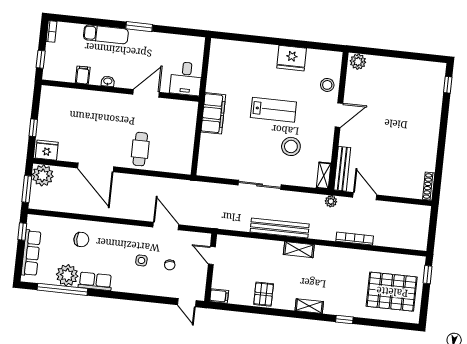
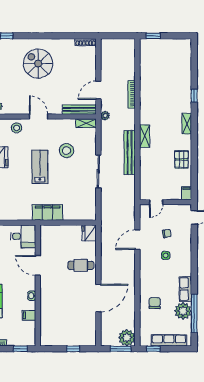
spiral stairs: (408, 122) -> (38, 64), added
fridge: (47, 150) -> (89, 233), moved
plant: (43, 175) -> (127, 338), moved
pallet: (392, 292) -> (169, 62), removed
pallet: (264, 294) -> (181, 159), turned 90

